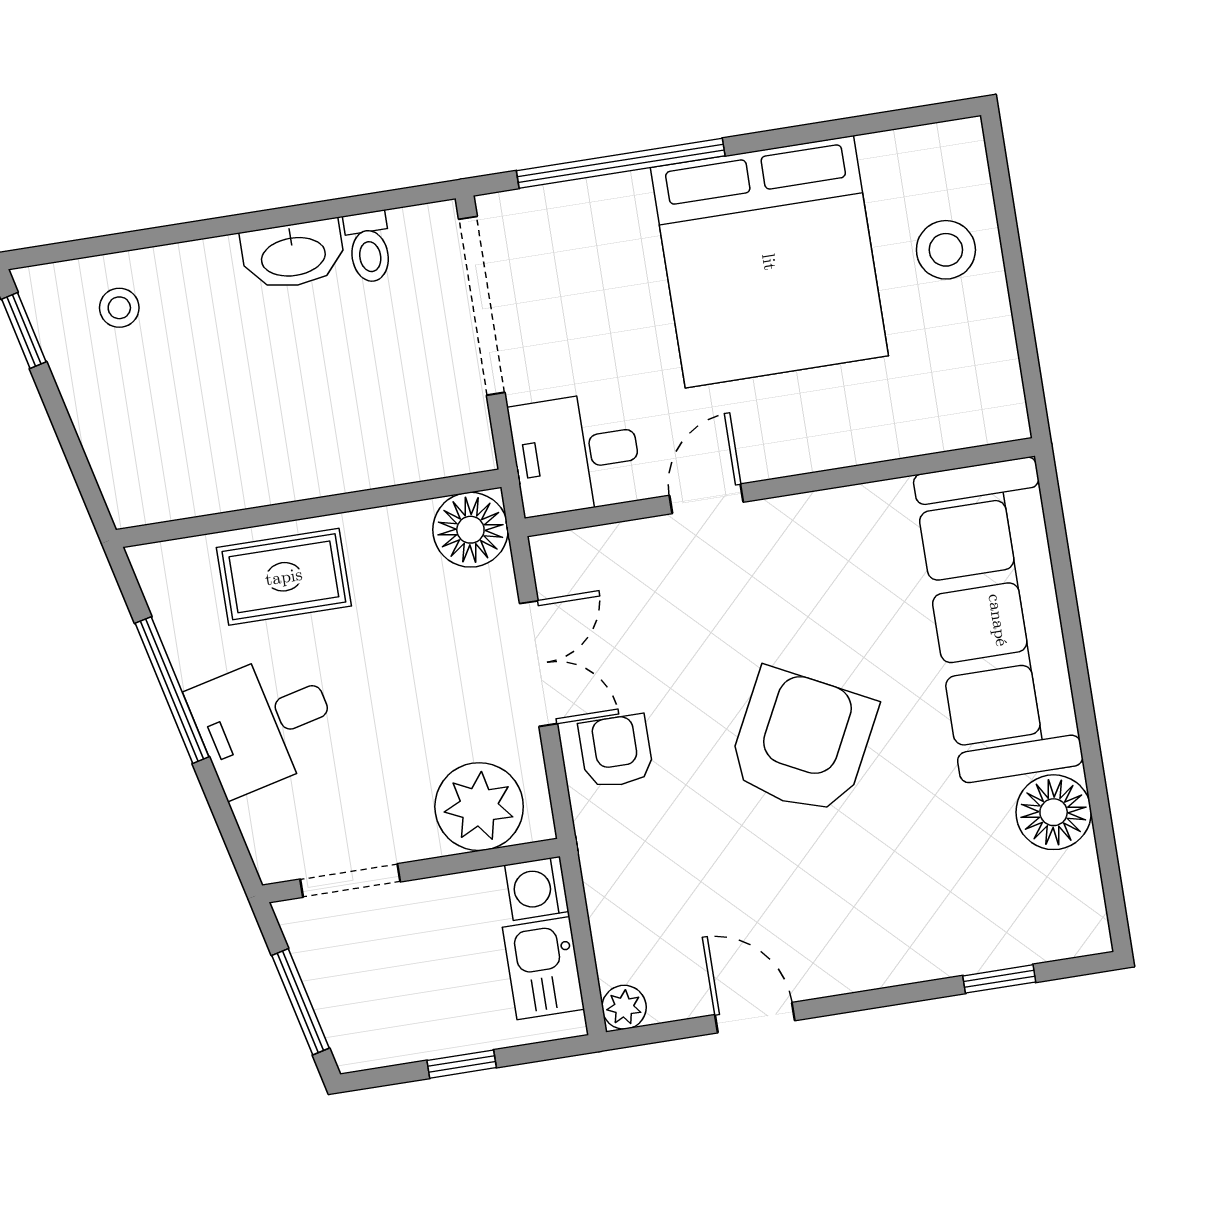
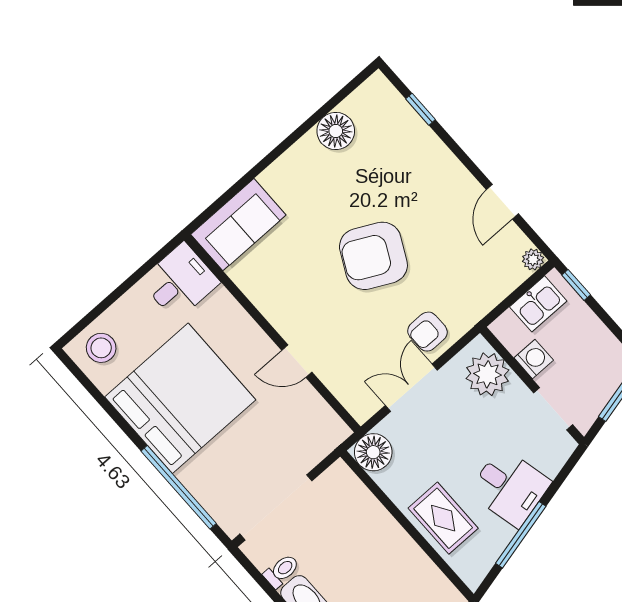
stool: (946, 250) -> (101, 348), moved
desk: (576, 453) -> (180, 281), moved, turned -90
sofa: (998, 620) -> (238, 225), width x0.54, depth x0.79
washing machine: (537, 888) -> (534, 359), moved, turned -90
window: (462, 1064) -> (576, 285), moved

